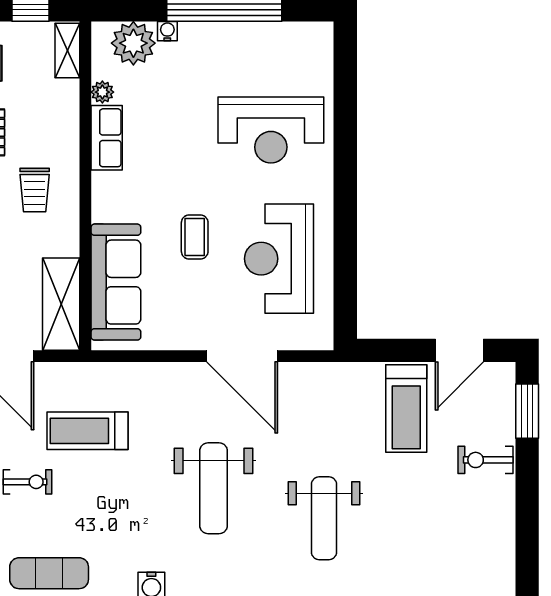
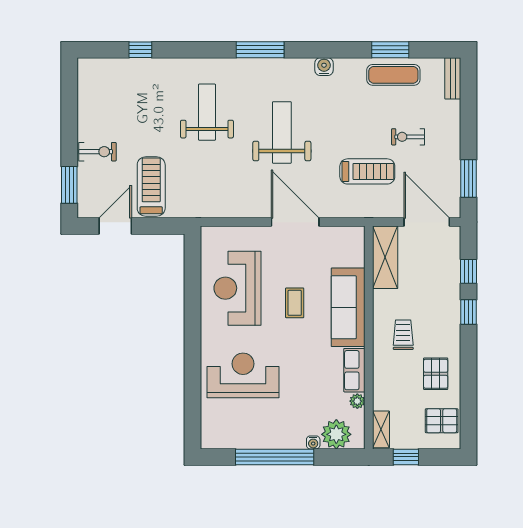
reception desk: (279, 259) -> (237, 288), turned 180
sofa: (116, 282) -> (348, 307), moved
door: (242, 356) -> (295, 222), moved

